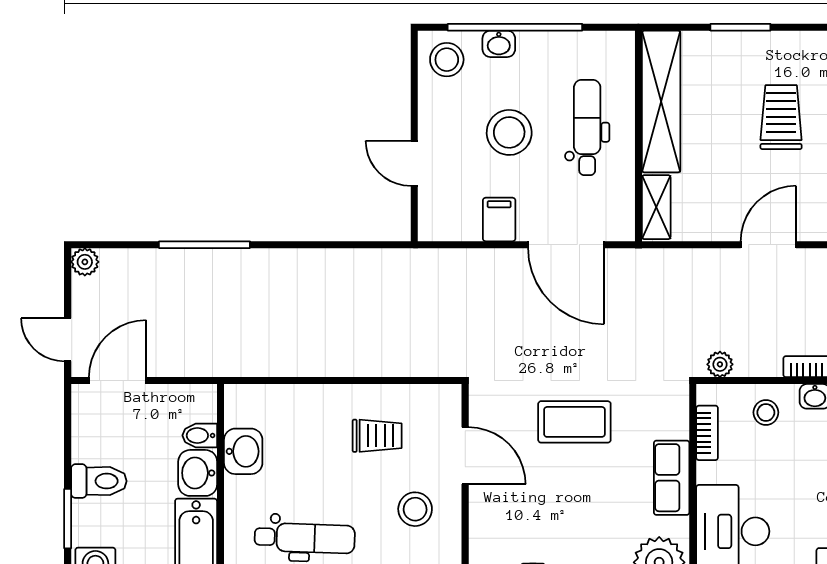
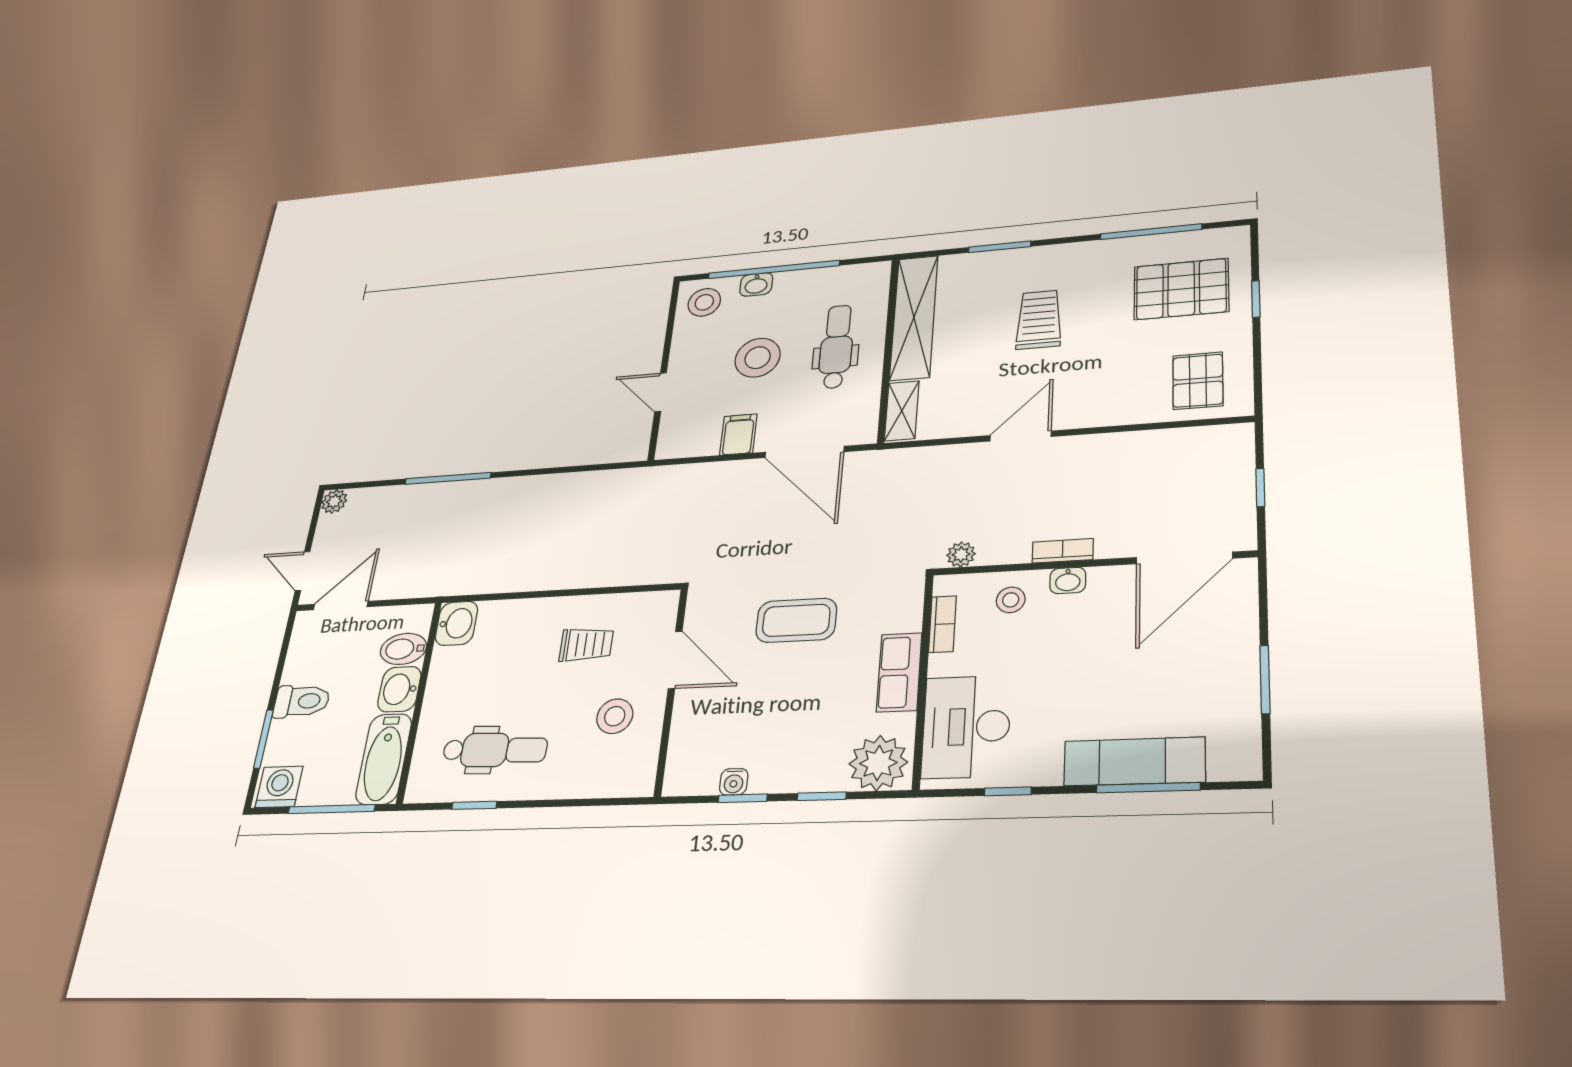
bidet: (200, 435) -> (403, 649), width x1.38, depth x1.36
washbasin: (243, 451) -> (456, 623), moved

